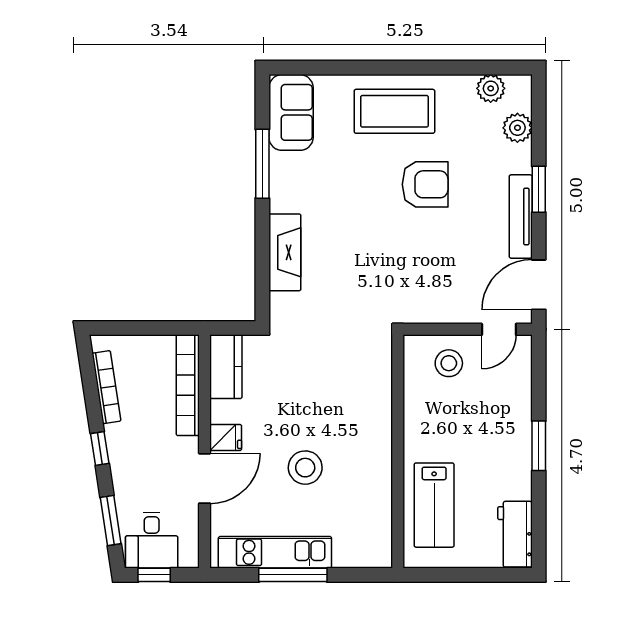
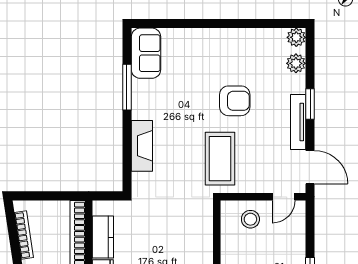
plant: (491, 88) -> (296, 37), moved
coffee table: (394, 111) -> (220, 159), moved, turned 90
door: (539, 285) -> (310, 167), swing flipped
kitchen counter: (226, 367) -> (103, 237), moved

